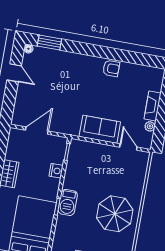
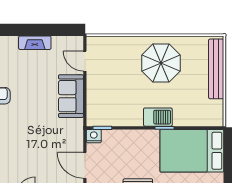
plant: (150, 126) -> (58, 42), removed
door: (128, 147) -> (85, 61), hinge flipped
nightstand: (56, 171) -> (94, 136), moved

